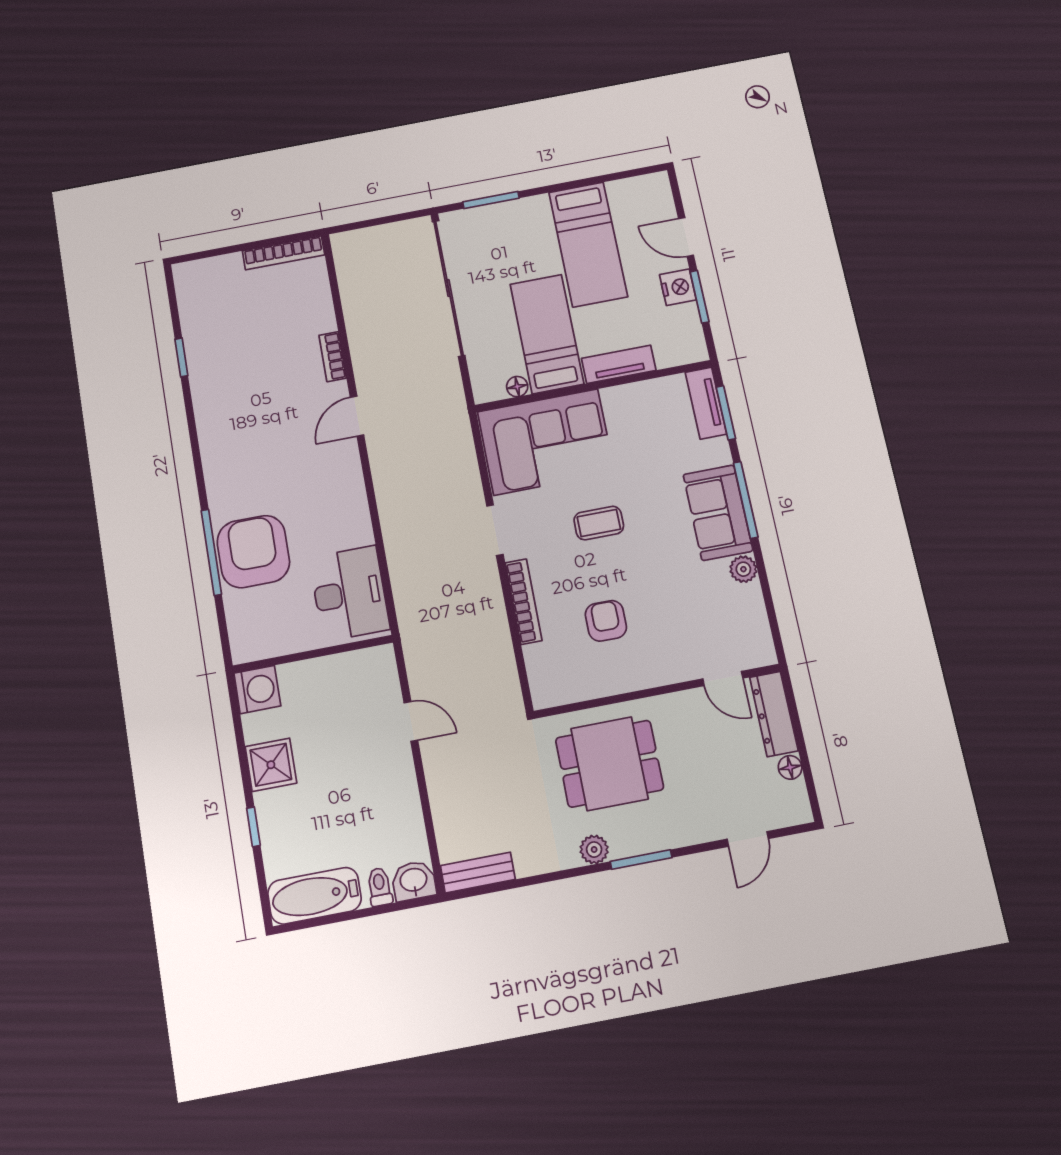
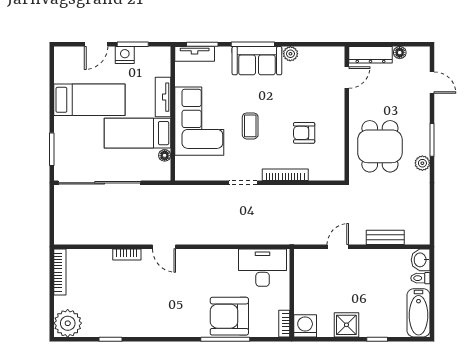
plant: (198, 282) -> (68, 323), added
corner sofa: (546, 442) -> (199, 121), moved
bookcase: (255, 651) -> (284, 324), added
bench: (478, 873) -> (385, 237), moved, turned 90

